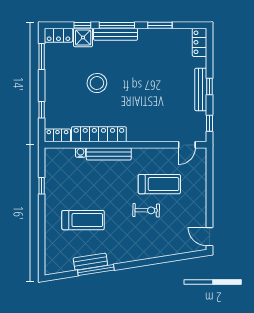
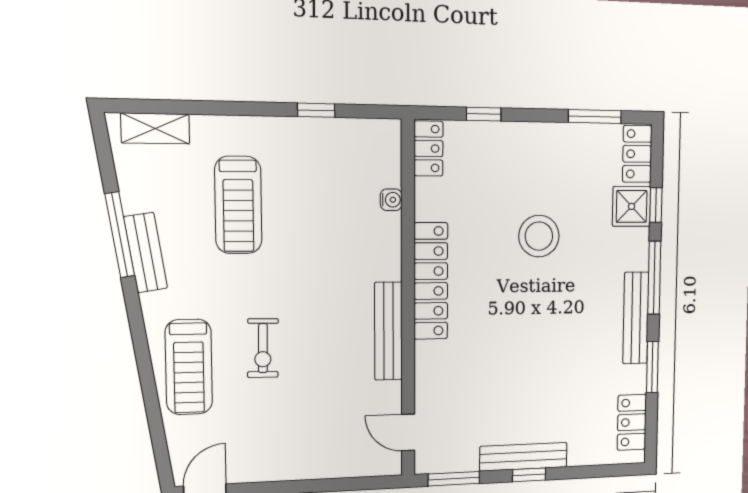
bench: (116, 34) -> (636, 318), moved
locker: (200, 42) -> (632, 422), moved, turned -90
window: (210, 123) -> (454, 479), width x1.50
locker: (99, 134) -> (431, 281), moved
bench: (109, 154) -> (388, 331), moved
treadmill: (159, 184) -> (189, 367), moved
shelving: (51, 254) -> (155, 128), added
bench: (90, 262) -> (146, 253), moved

